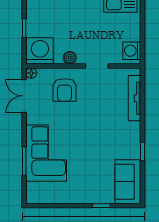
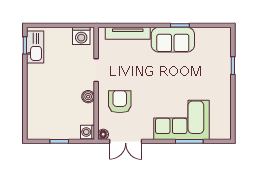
washing machine: (40, 51) -> (88, 132), width x0.53, depth x0.53
armchair: (65, 90) -> (120, 102), turned -90
sofa: (128, 182) -> (173, 40), moved

